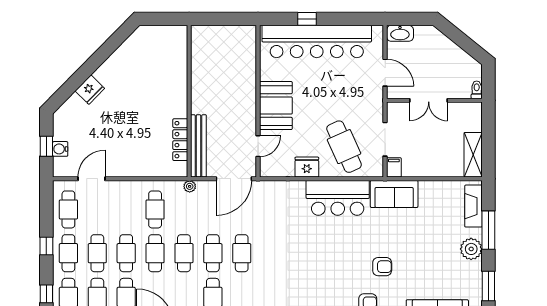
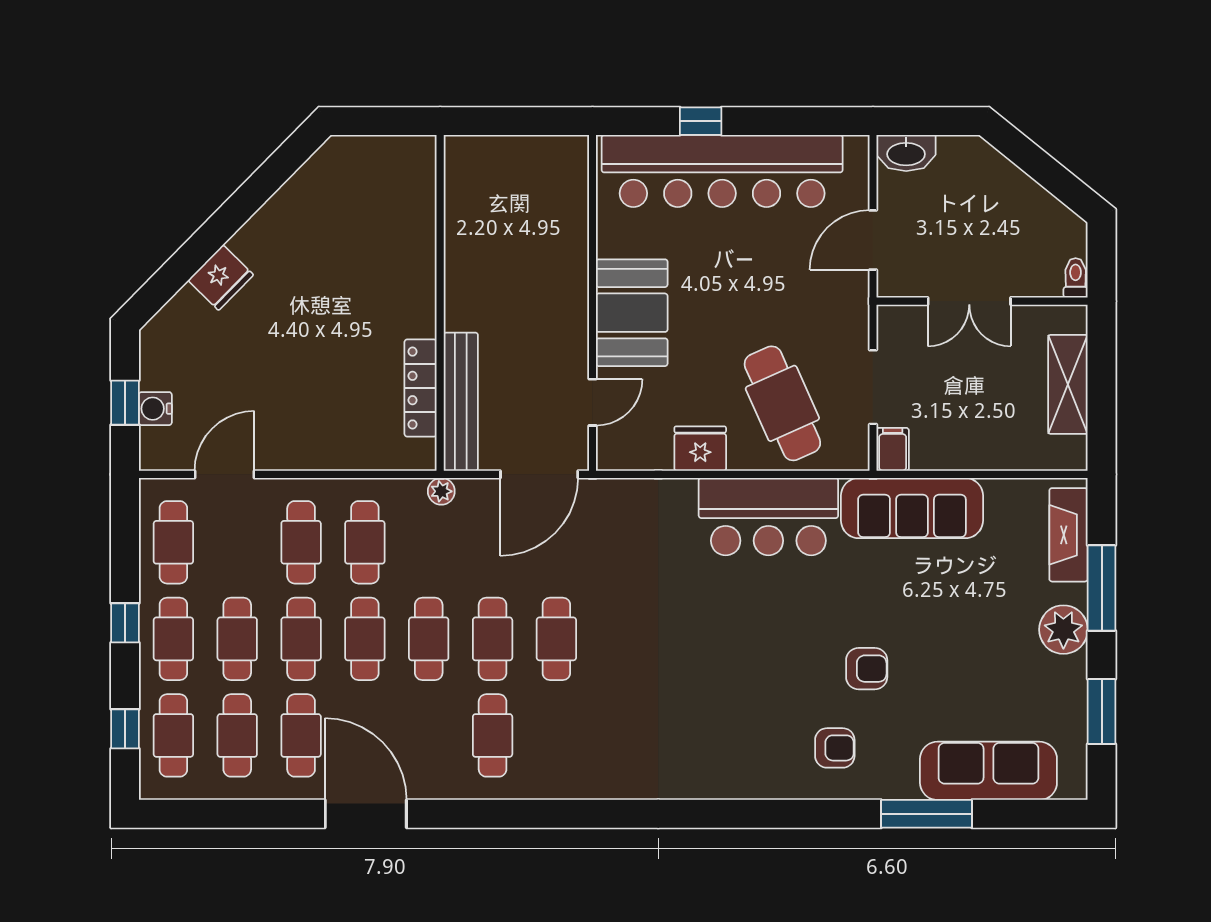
door: (385, 73) -> (873, 240), swing flipped
shelving: (473, 155) -> (1068, 384), moved
sofa: (394, 194) -> (912, 508), width x1.36
cafe table: (126, 209) -> (301, 542), added

